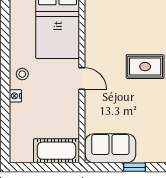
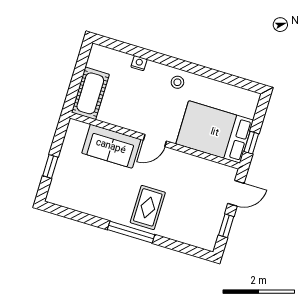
nightstand: (15, 96) -> (139, 63), moved
sofa: (110, 148) -> (111, 146), moved, turned 90

